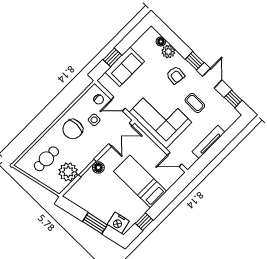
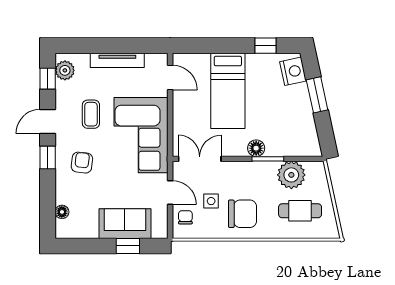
plant: (168, 52) -> (65, 70), moved

